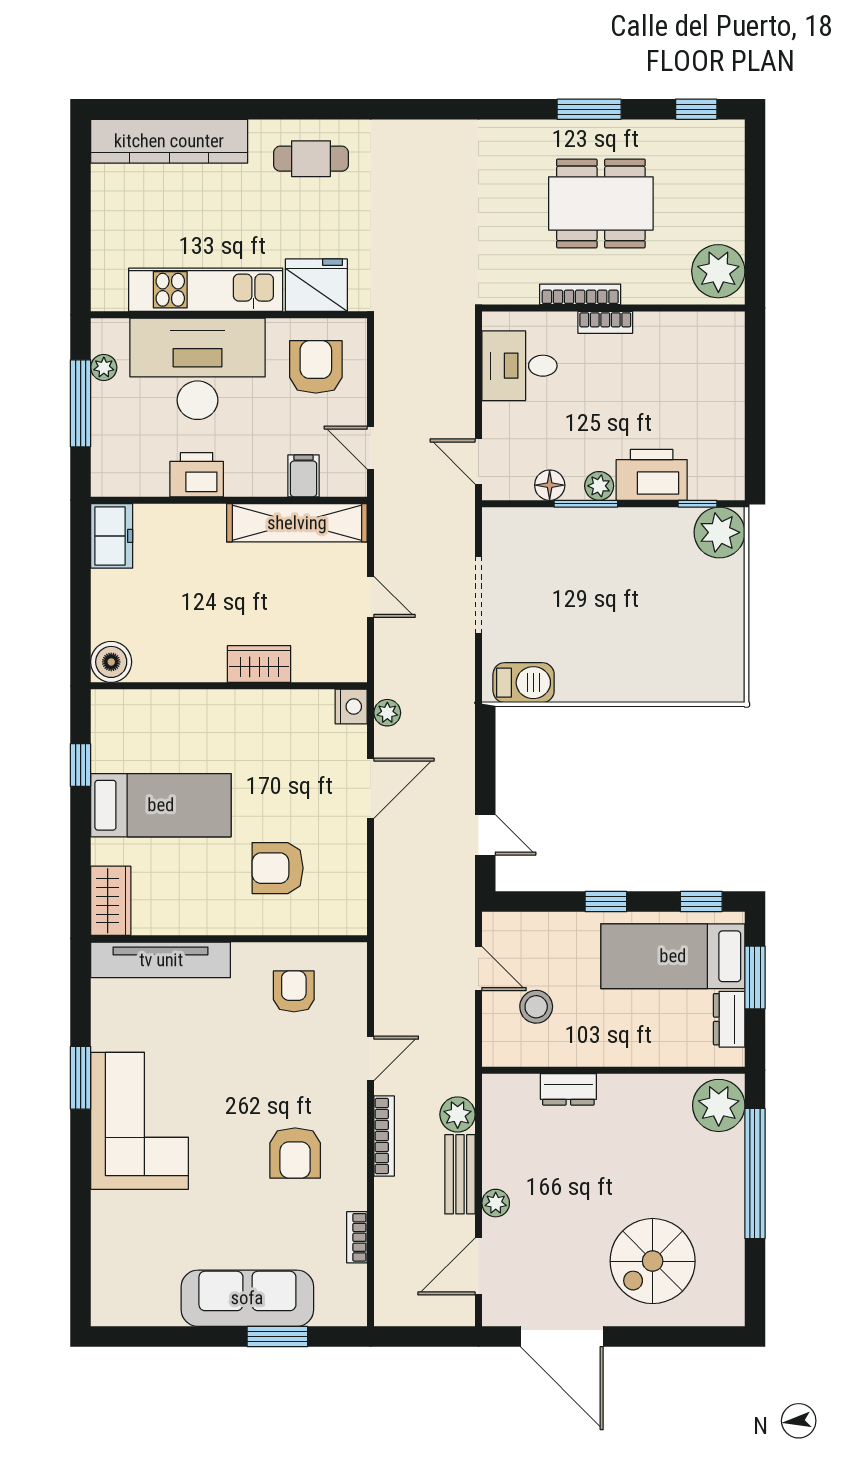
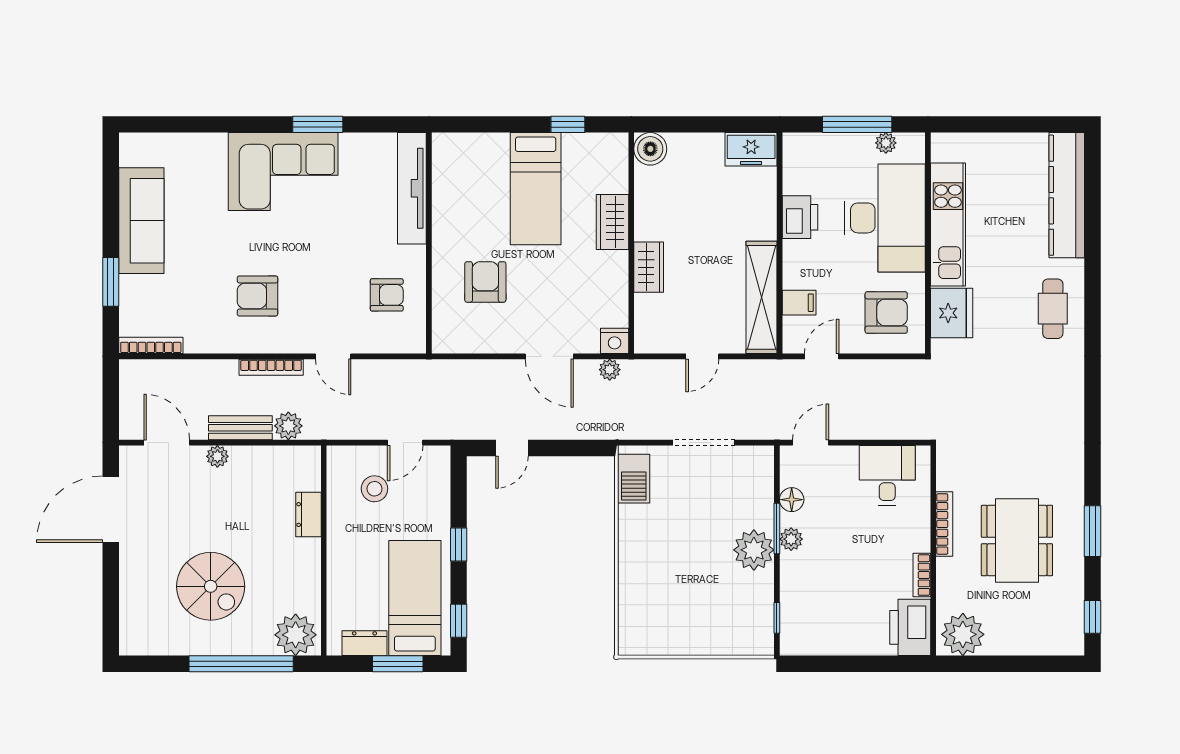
bookcase: (605, 322) -> (922, 575), moved
printer: (652, 475) -> (910, 627), moved, turned 180
plant: (719, 532) -> (754, 550), moved
wardrobe: (111, 901) -> (613, 222), moved, turned 90
bookcase: (357, 1237) -> (151, 345), moved, width x1.56
spiral stairs: (653, 1261) -> (211, 586), moved, turned 180
sofa: (247, 1298) -> (141, 221), moved

